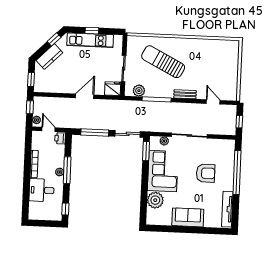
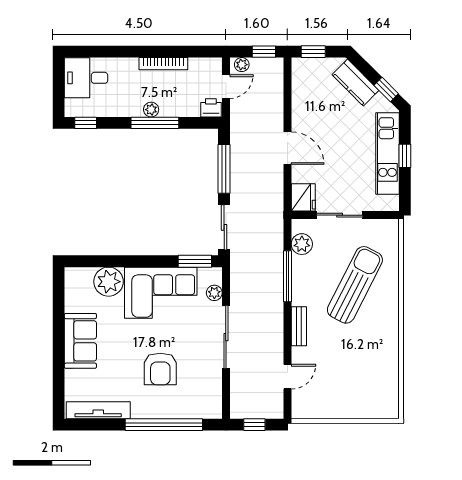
desk: (42, 190) -> (86, 78), moved, turned -90

